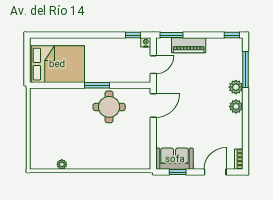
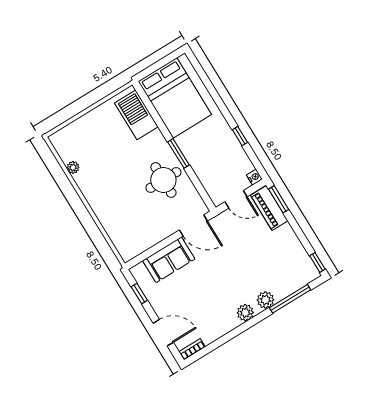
window: (133, 35) -> (240, 136), moved
piano: (189, 45) -> (269, 208), moved
barbecue: (52, 98) -> (136, 115), added
sofa: (175, 159) -> (169, 260), moved, turned 90

